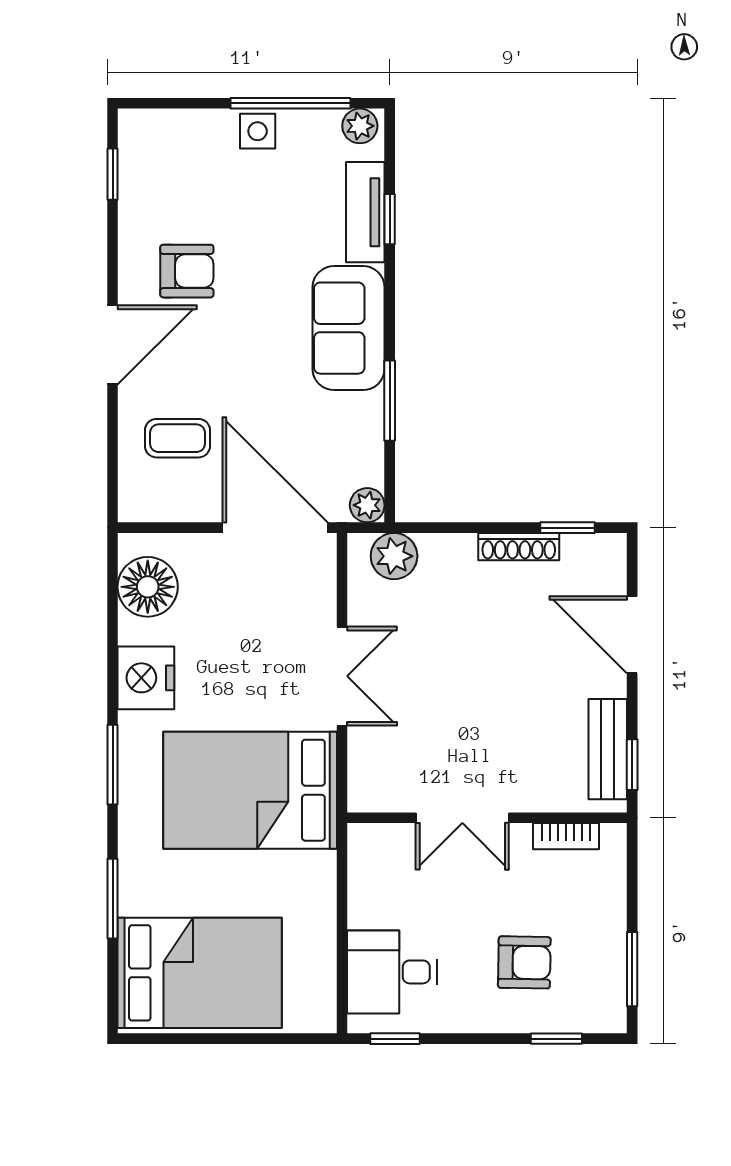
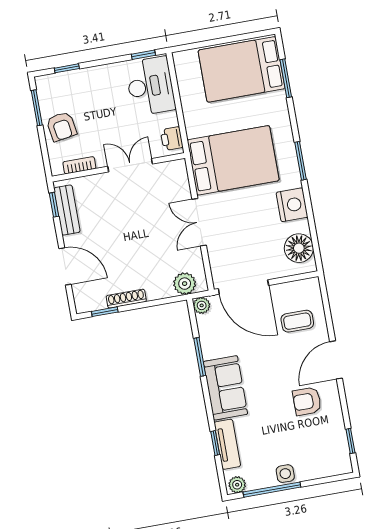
printer: (368, 857) -> (172, 139), added
window: (113, 899) -> (286, 78), moved
armchair: (524, 962) -> (62, 126), moved, turned -100
desk: (392, 972) -> (150, 86), width x1.37

